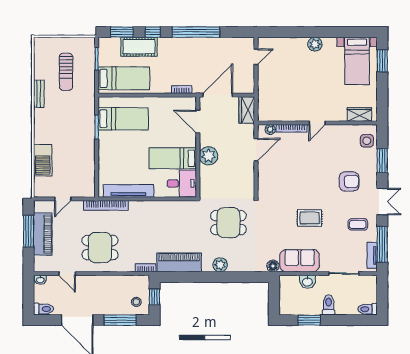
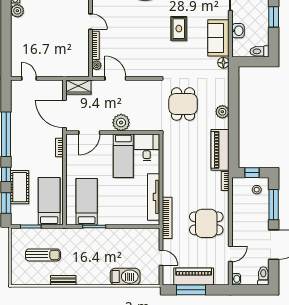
plant: (315, 44) -> (17, 11), moved
dining table: (100, 248) -> (206, 223), turned 90
toilet: (329, 305) -> (260, 51), moved
window: (309, 320) -> (274, 17), moved

